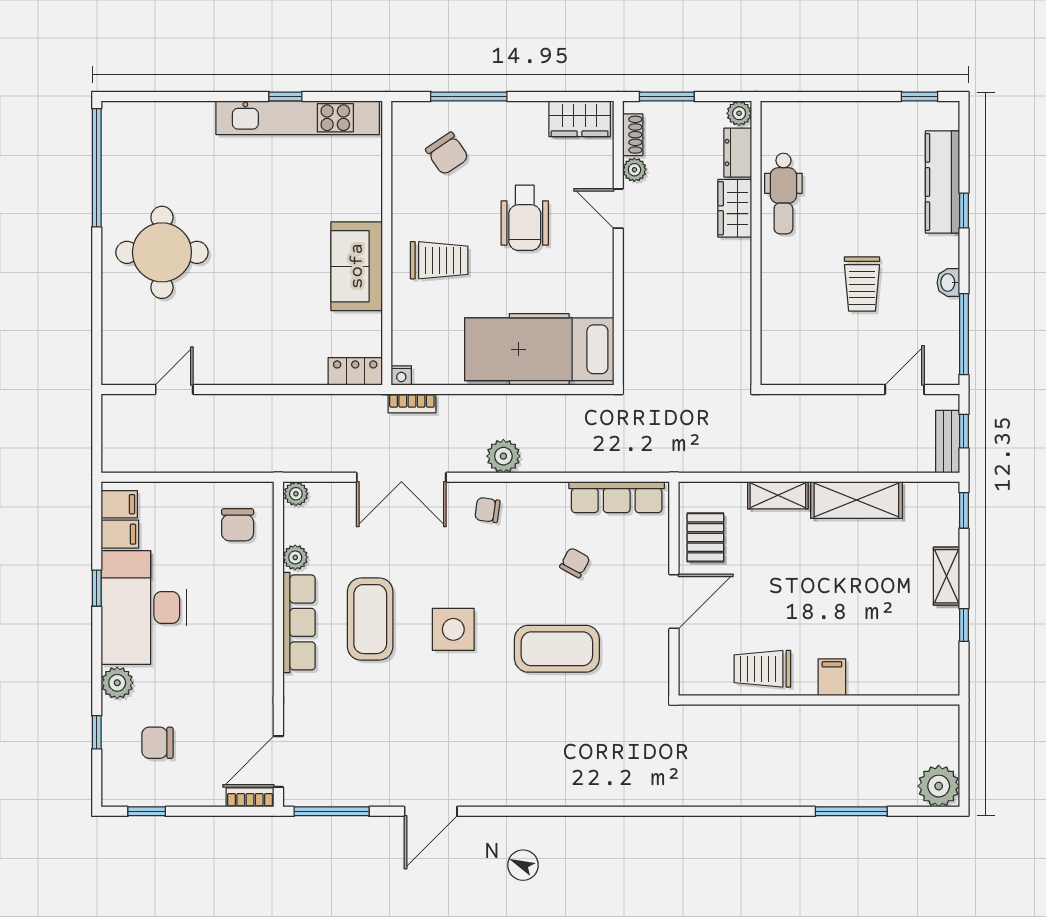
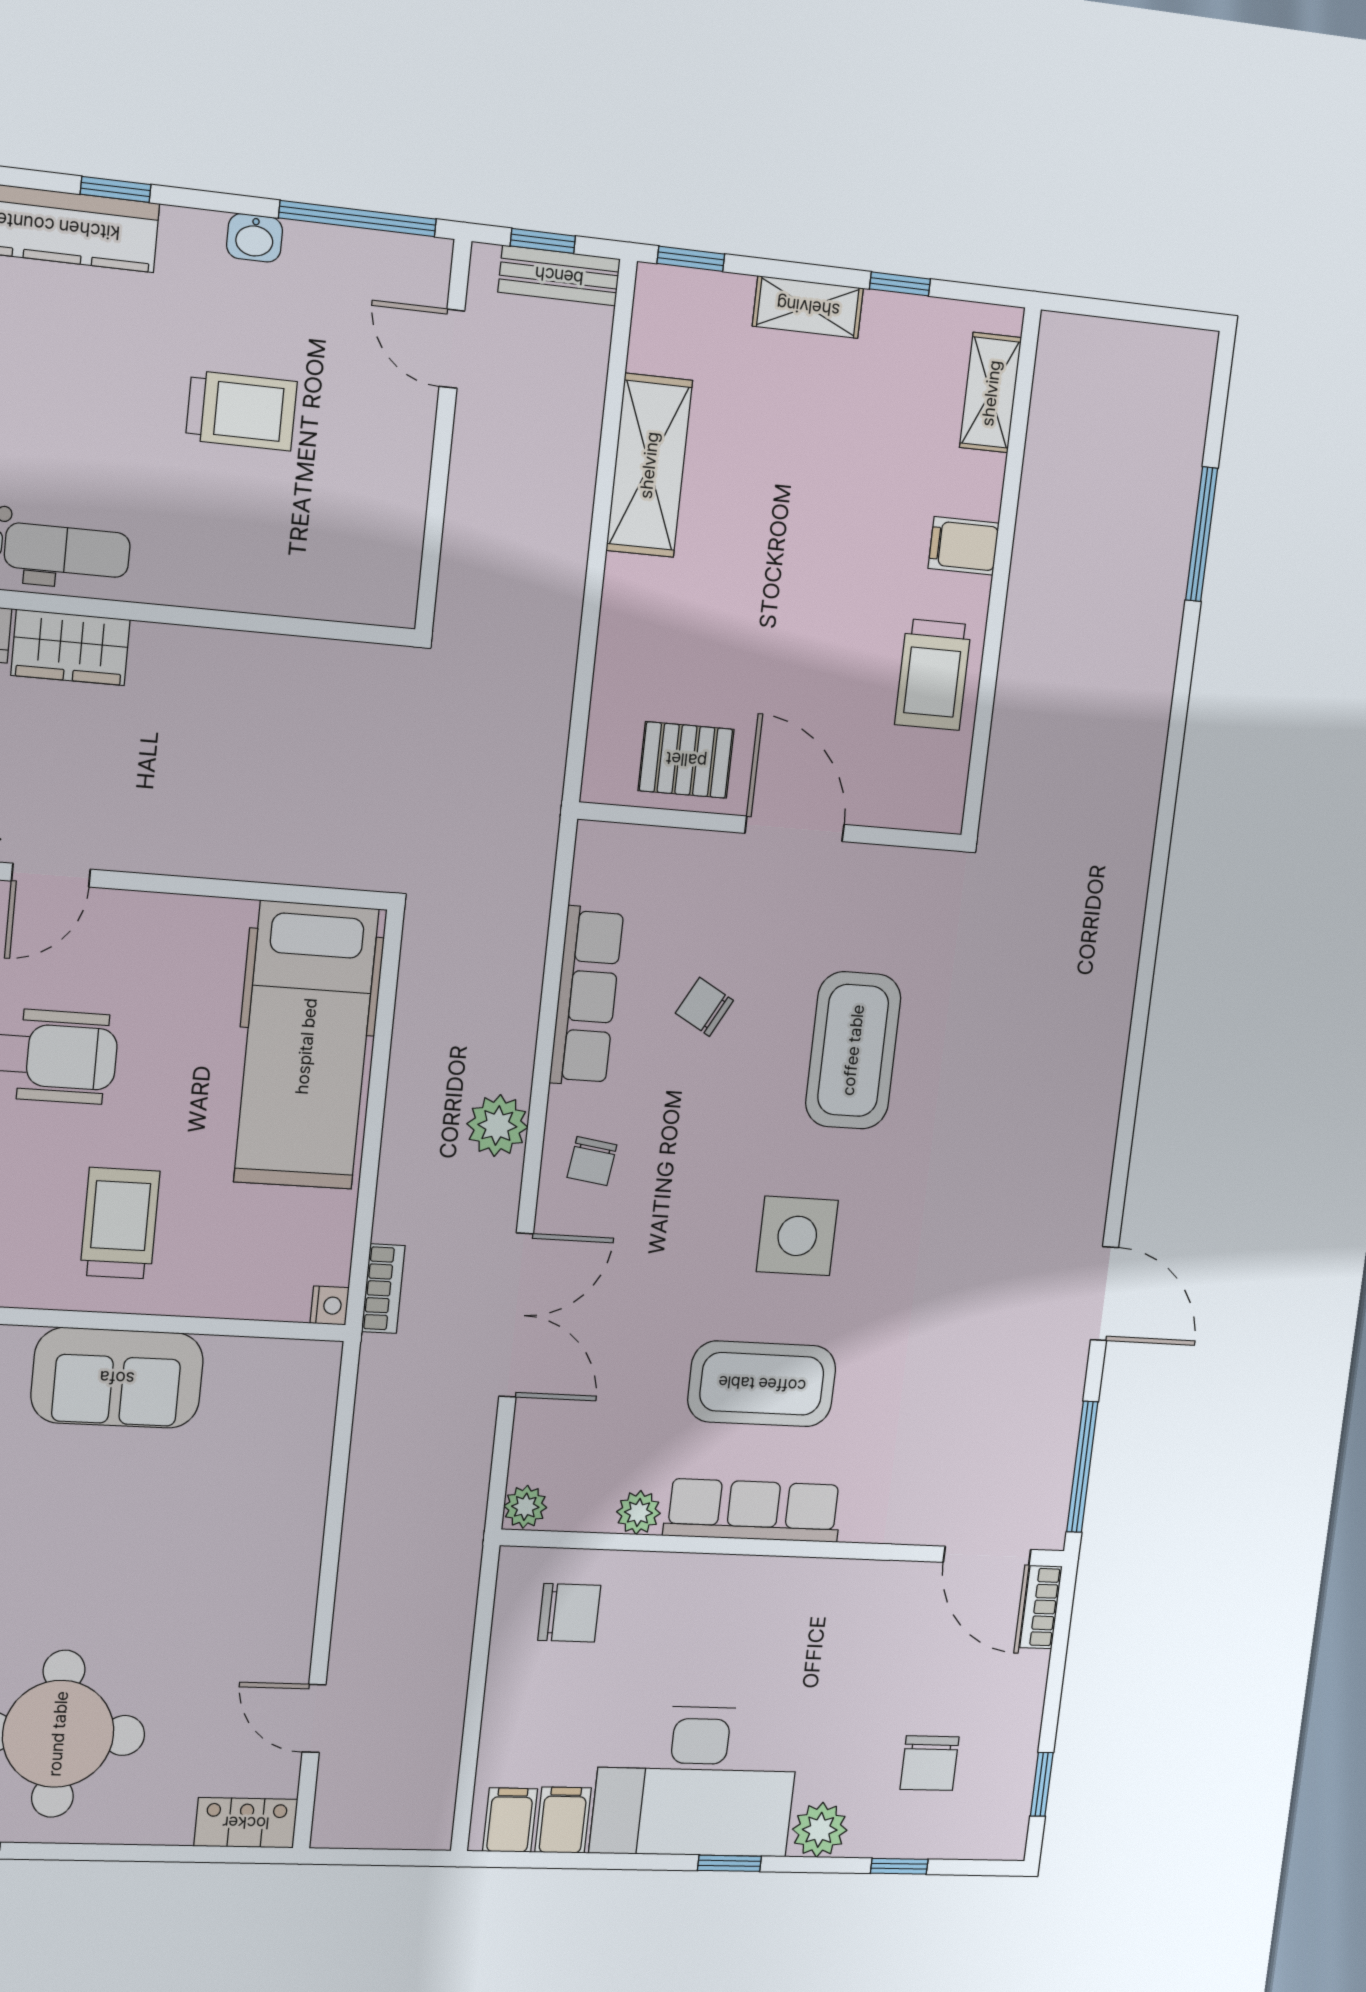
locker: (355, 371) -> (246, 1823), moved, turned 90
shelving: (778, 495) -> (991, 393), moved
row of seats: (617, 497) -> (586, 996), moved
window: (97, 588) -> (729, 1863), moved
plant: (939, 786) -> (1179, 366), removed

